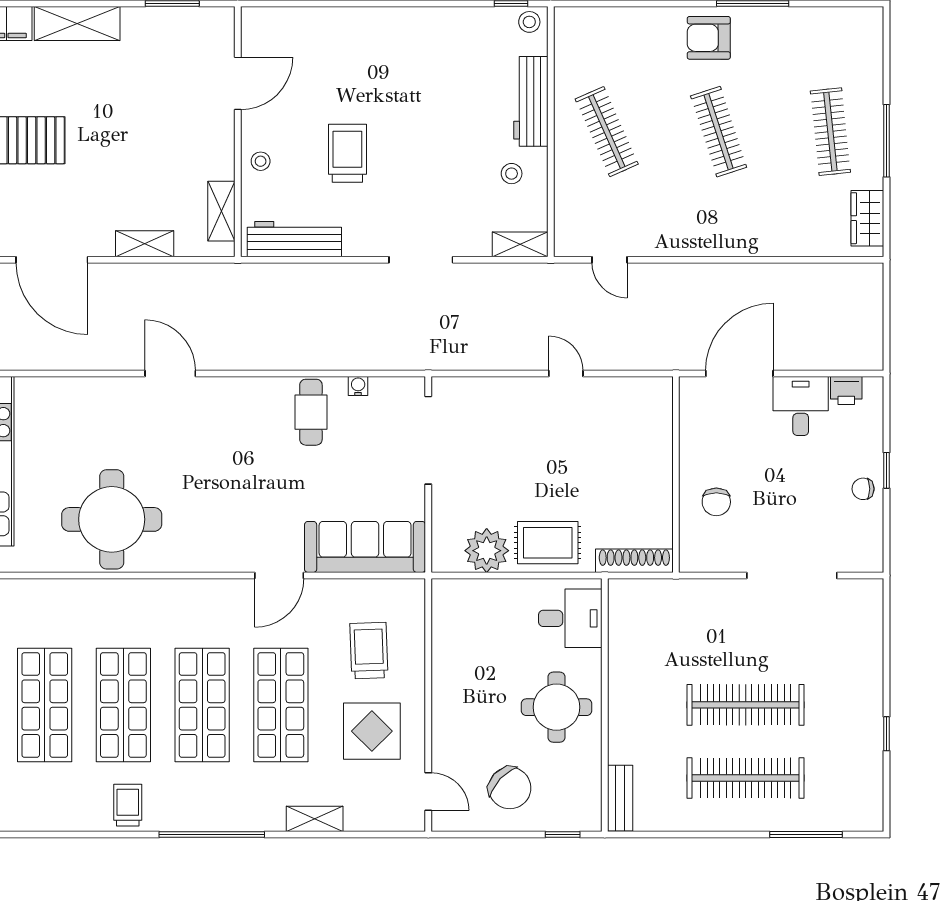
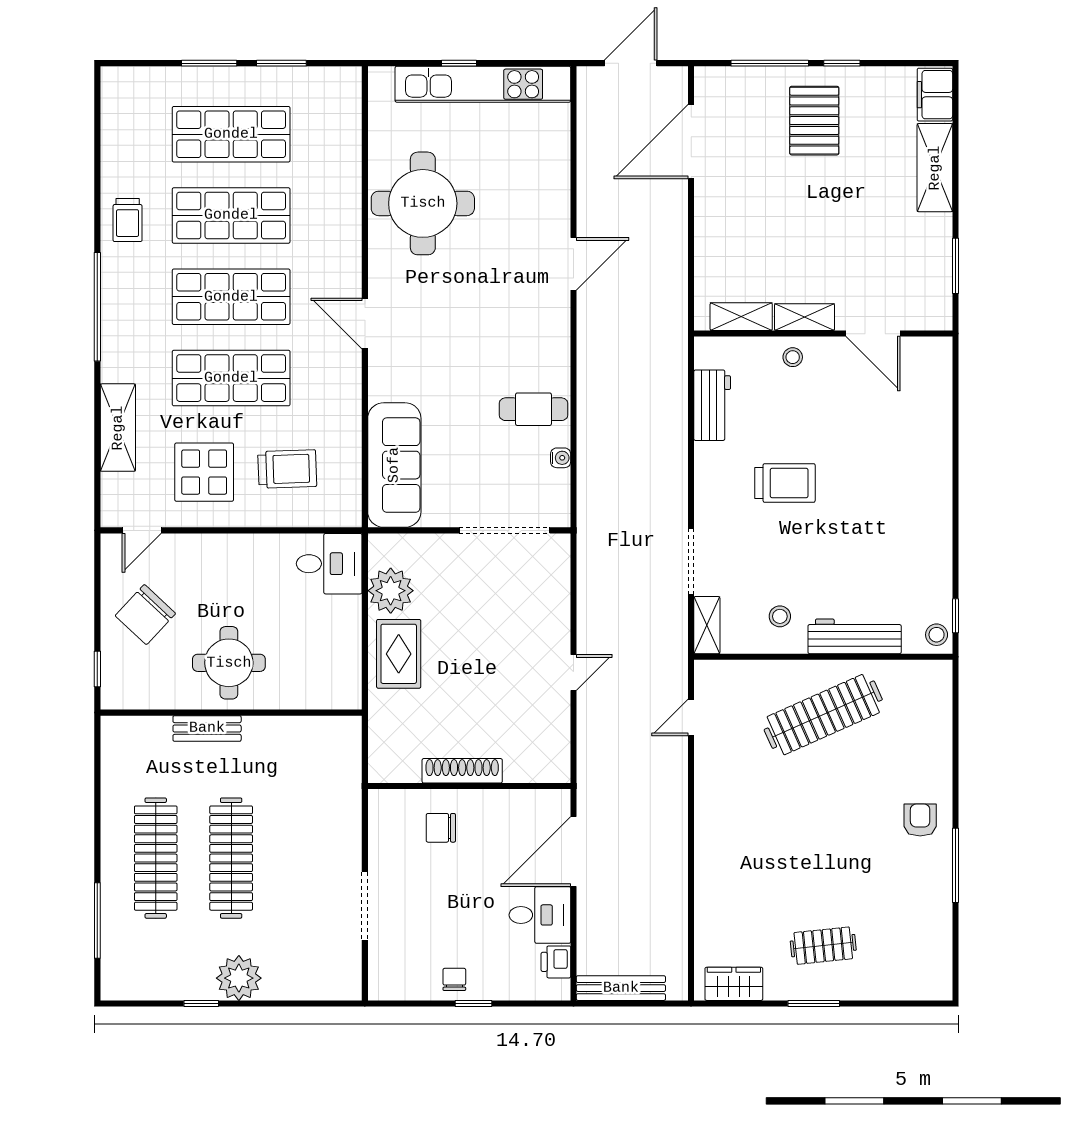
armchair: (709, 38) -> (920, 820), width x0.72, depth x0.72
clothes rail: (607, 132) -> (823, 715), width x1.37, depth x1.31
clothes rail: (719, 132) -> (823, 830), removed
clothes rail: (830, 132) -> (823, 946), width x0.73
window: (886, 141) -> (814, 1003), width x0.69
trolley: (347, 153) -> (785, 483), moved
workbench: (294, 239) -> (712, 405), width x0.73
shelving: (145, 244) -> (804, 317), moved, turned 90
doorway: (421, 260) -> (691, 562), moved
bench: (872, 328) -> (621, 988), added
door: (739, 373) -> (573, 852), swing flipped
shoe rack: (634, 561) -> (462, 771), moved, turned -90
door: (279, 575) -> (365, 323), moved
doorway: (792, 575) -> (365, 906), width x0.73
desk: (570, 618) -> (329, 564), moved, turned -90
plant: (862, 698) -> (239, 978), added
bench: (620, 798) -> (207, 728), moved
trolley: (128, 805) -> (128, 220), turned 90
shelving: (315, 819) -> (118, 428), width x1.50, depth x1.33

